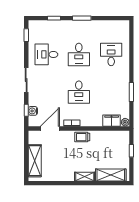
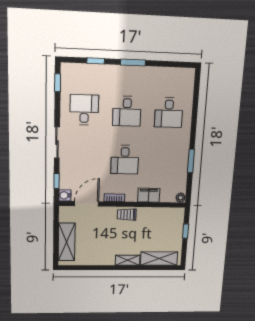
desk: (46, 54) -> (84, 110), turned 90
desk: (111, 54) -> (169, 113), turned 180
water cooler: (33, 111) -> (65, 195), moved
filing cabinet: (112, 121) -> (149, 195), moved

